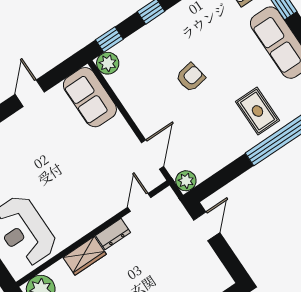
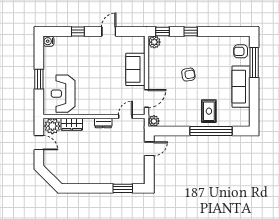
sofa: (90, 97) -> (135, 69), moved
wardrobe: (85, 256) -> (72, 124), moved

